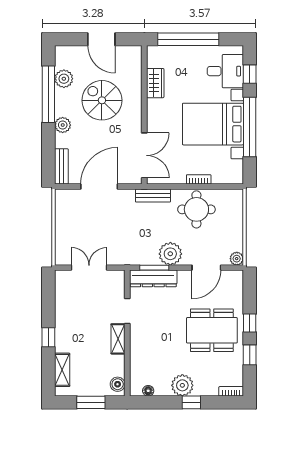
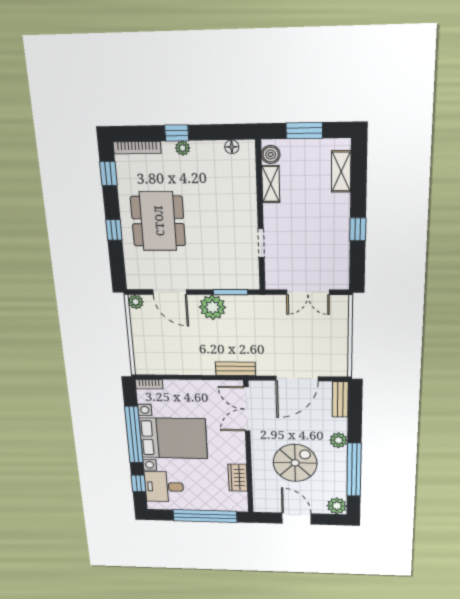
plant: (64, 79) -> (337, 506), moved
spiral stairs: (102, 100) -> (295, 463), turned -90
bookcase: (199, 179) -> (149, 384), moved
round table: (196, 209) -> (185, 354), removed
door: (206, 268) -> (170, 292), swing flipped
dresser: (153, 278) -> (231, 280), removed
dining table: (212, 330) -> (158, 221), turned 90
window: (48, 337) -> (358, 229), moved
shelving: (118, 339) -> (271, 184), moved
window: (250, 355) -> (108, 173), moved
plant: (182, 385) -> (183, 148), width x0.53, depth x0.53
bookcase: (231, 391) -> (137, 148), width x1.56

